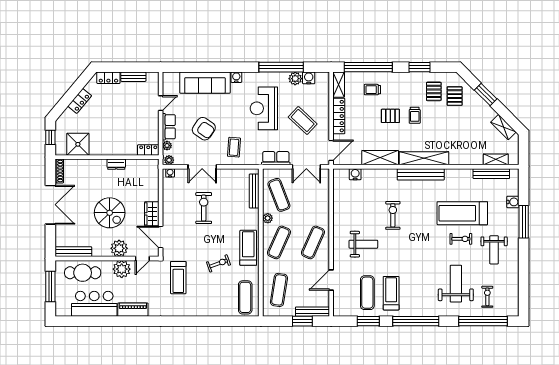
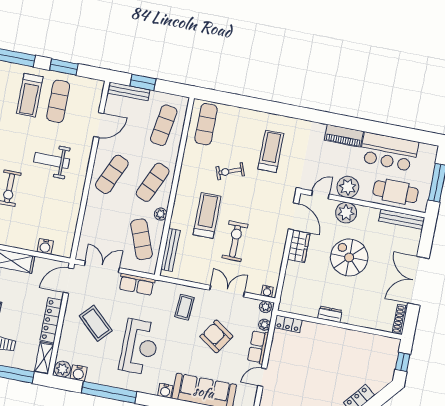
plant: (295, 79) -> (62, 369), moved
shower: (78, 144) -> (371, 347), removed
exercise bike: (204, 208) -> (235, 241), turned 180
treadmill: (248, 248) -> (207, 215), moved, turned 180
treadmill: (178, 278) -> (271, 151), moved

